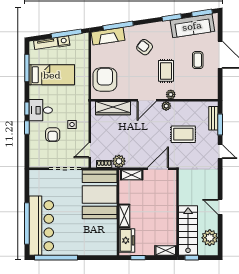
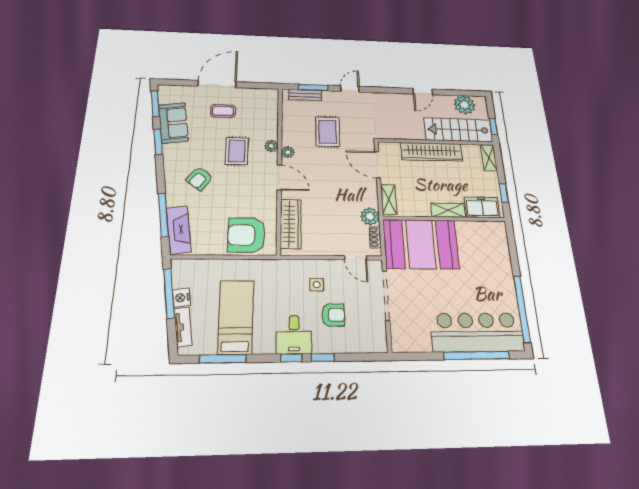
sofa: (192, 26) -> (173, 123), width x0.73
rug: (166, 71) -> (237, 151), turned 90
wardrobe: (169, 209) -> (432, 152), added

